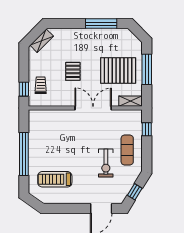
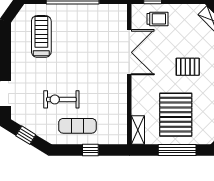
pallet: (73, 71) -> (188, 67), moved
double door: (93, 108) -> (129, 52), moved
window: (147, 129) -> (90, 150), moved

